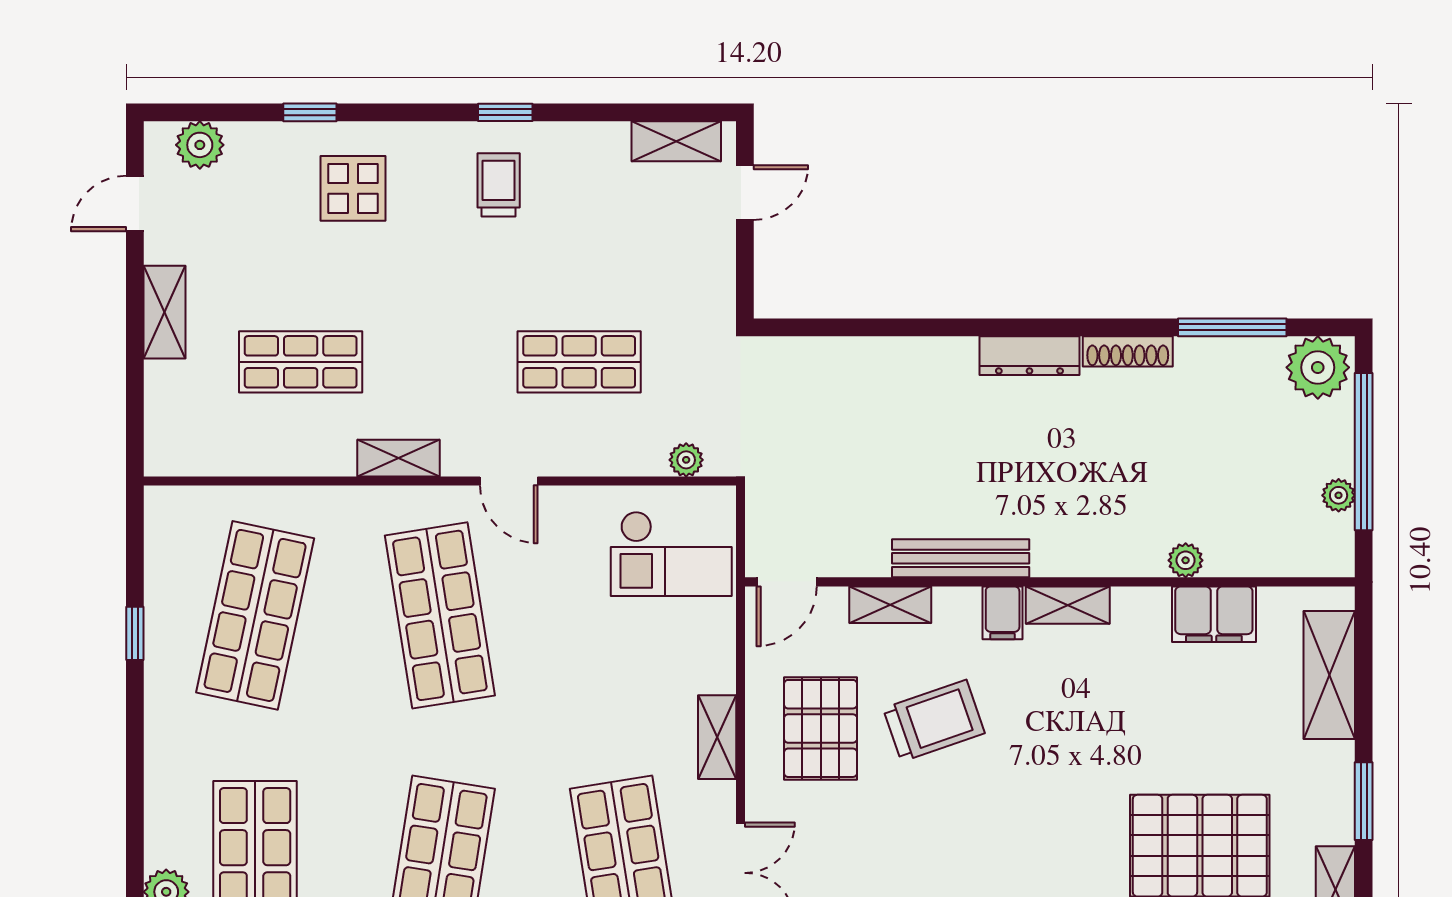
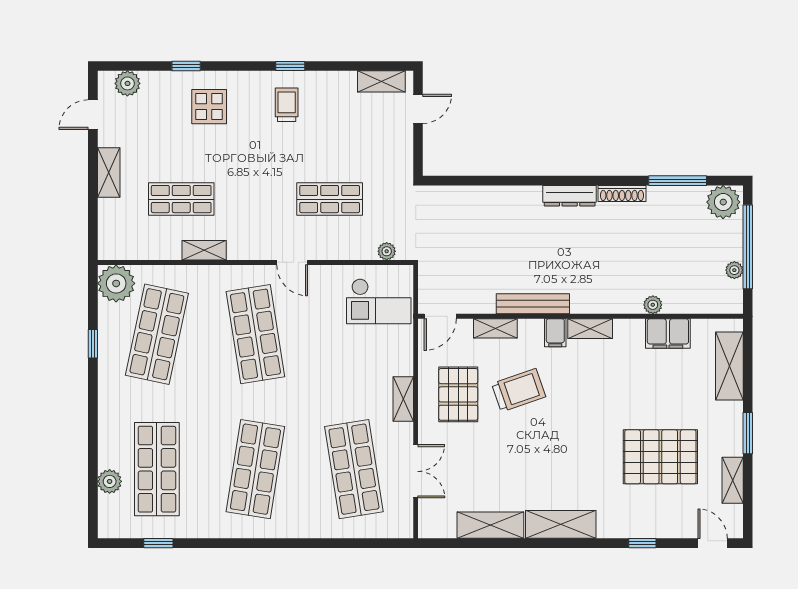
shelving: (399, 458) -> (204, 250), moved
plant: (179, 520) -> (116, 283), added

